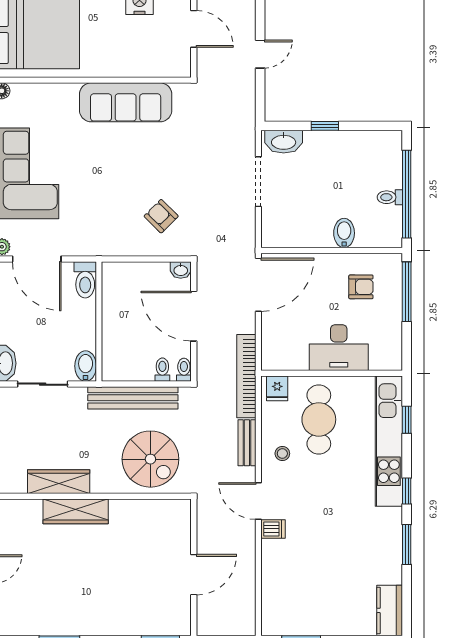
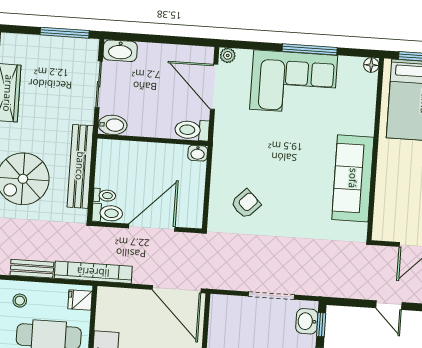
window: (286, 126) -> (321, 325), added
washbasin: (284, 142) -> (307, 321), width x0.72
door: (37, 259) -> (214, 87), hinge flipped
washbasin: (181, 270) -> (198, 153), moved, turned -90
toilet: (184, 370) -> (107, 213), width x1.37, depth x1.39

